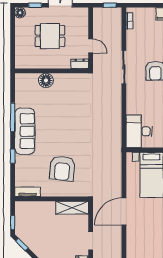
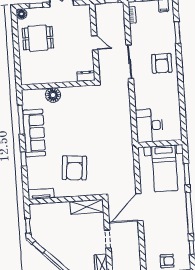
dining table: (50, 36) -> (38, 38), moved
dresser: (80, 64) -> (86, 76), moved
wall: (52, 71) -> (58, 85), moved
floor lamp: (46, 80) -> (53, 95), moved

